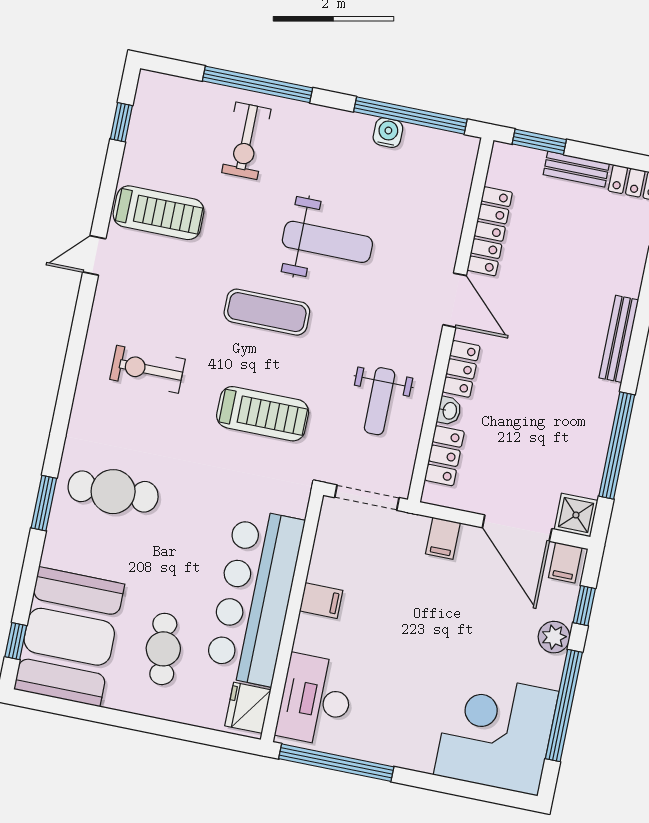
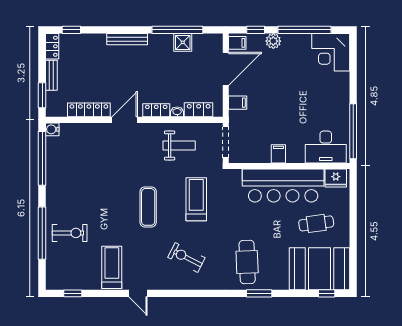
water cooler: (388, 133) -> (52, 129), moved
weight bench: (327, 242) -> (109, 185), removed
exercise bike: (148, 369) -> (186, 258), turned 117
shower: (576, 515) -> (183, 42), moved
corner desk: (496, 733) -> (331, 52), width x0.74, depth x0.74

